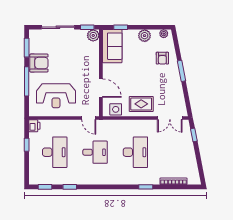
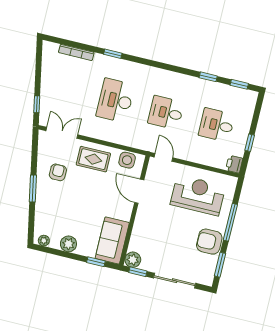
armchair: (162, 58) -> (58, 172), moved
desk: (55, 152) -> (217, 125), width x0.73

